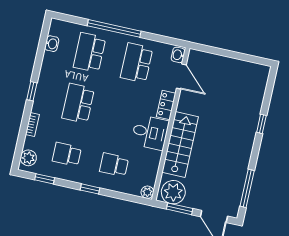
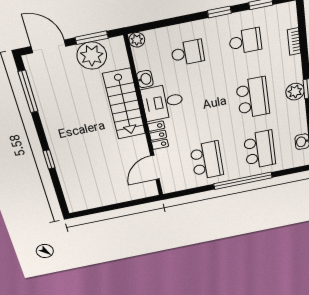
washbasin: (178, 55) -> (145, 79), moved
door: (181, 76) -> (155, 167), hinge flipped
bookcase: (32, 125) -> (294, 41), moved
plant: (28, 158) -> (295, 92), moved
window: (90, 189) -> (219, 12), moved
plant: (173, 192) -> (92, 56), moved

